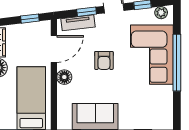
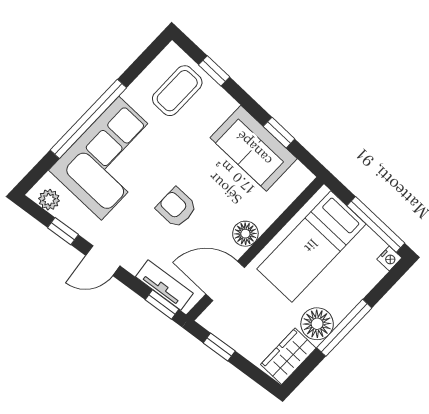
window: (87, 12) -> (162, 305), moved
armchair: (104, 60) -> (176, 208), turned -90
coffee table: (151, 110) -> (177, 91), added

